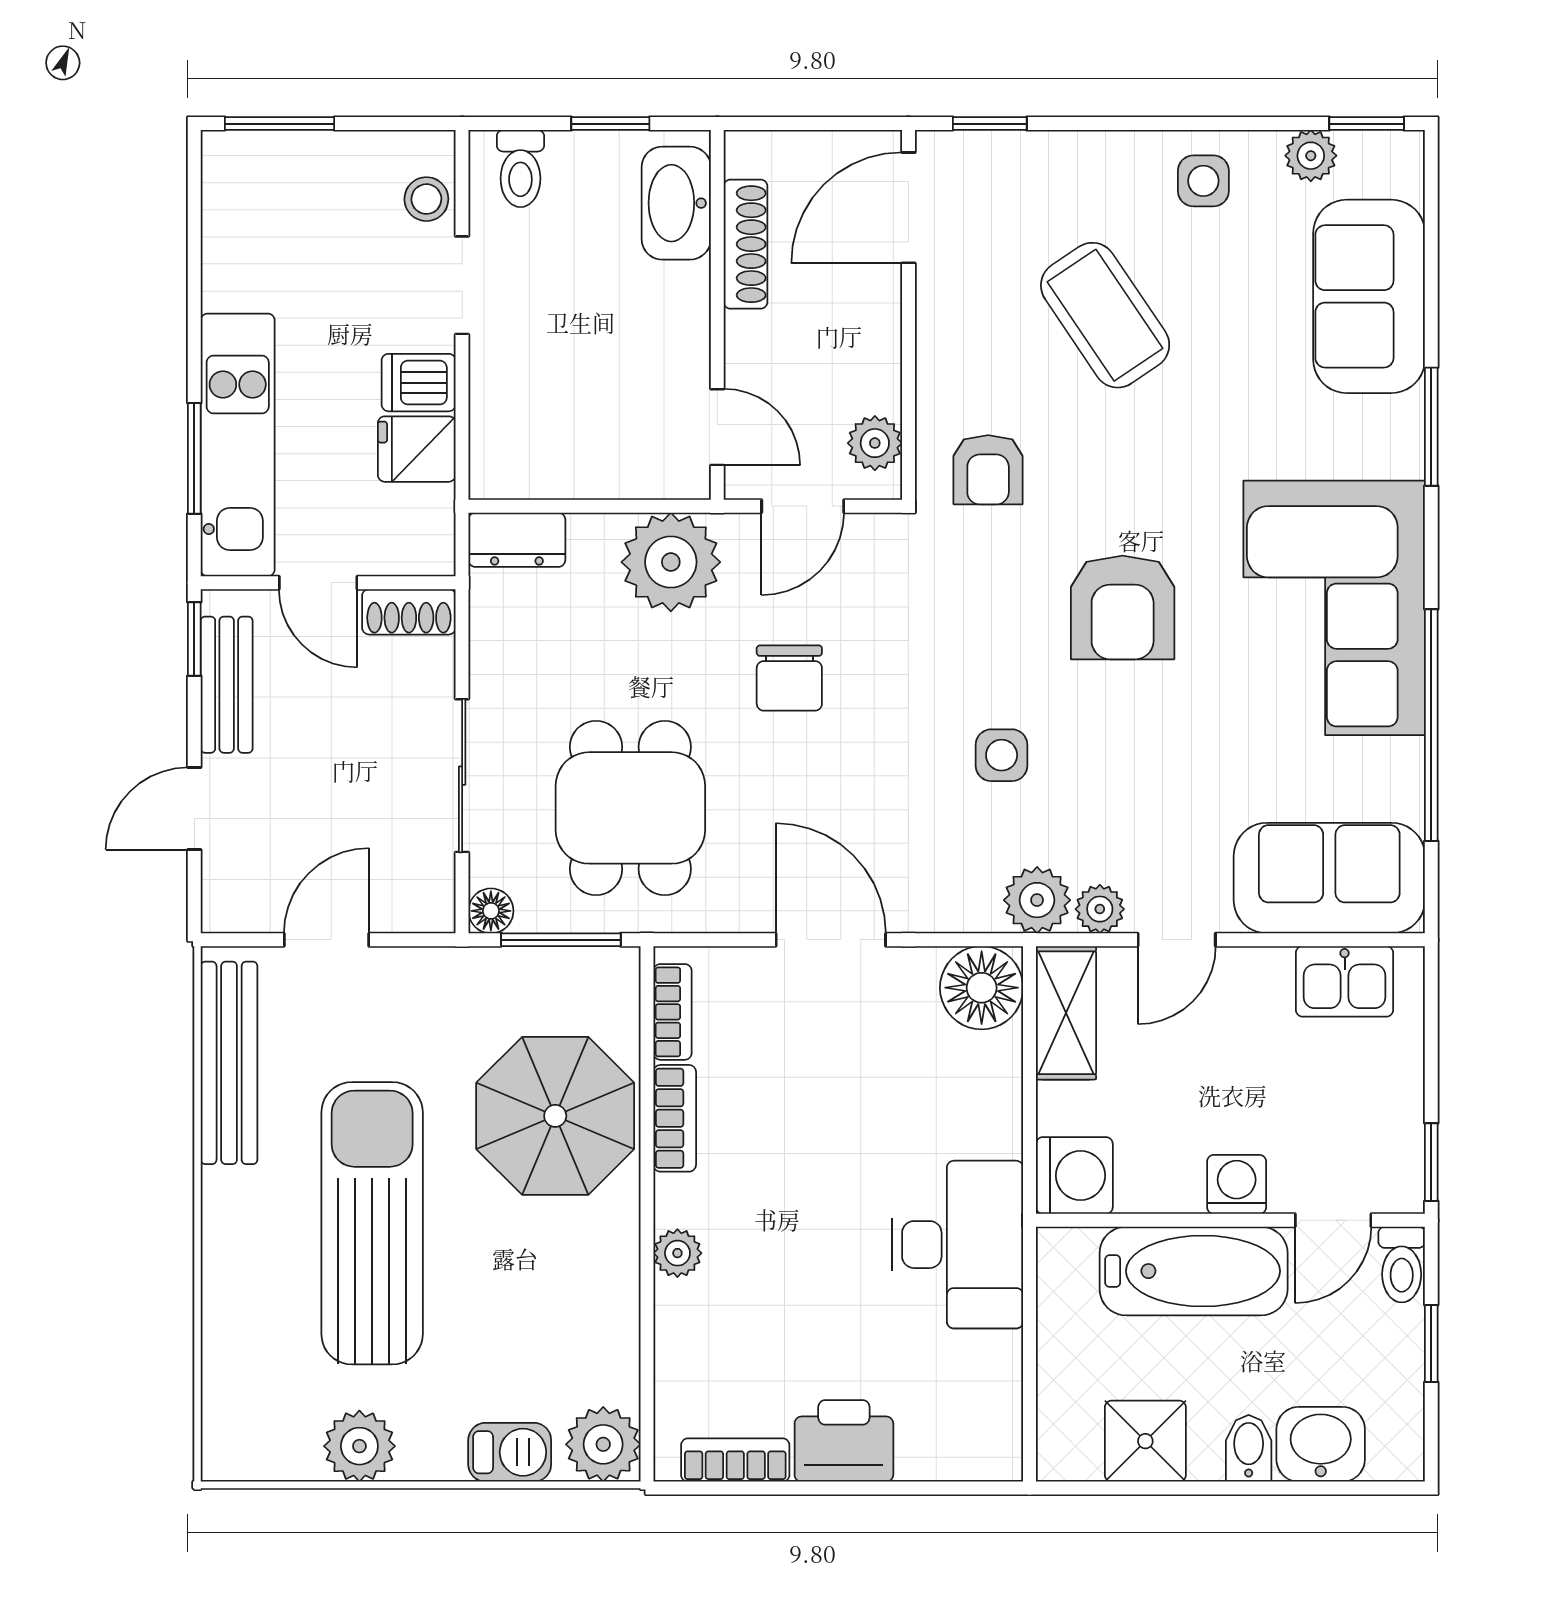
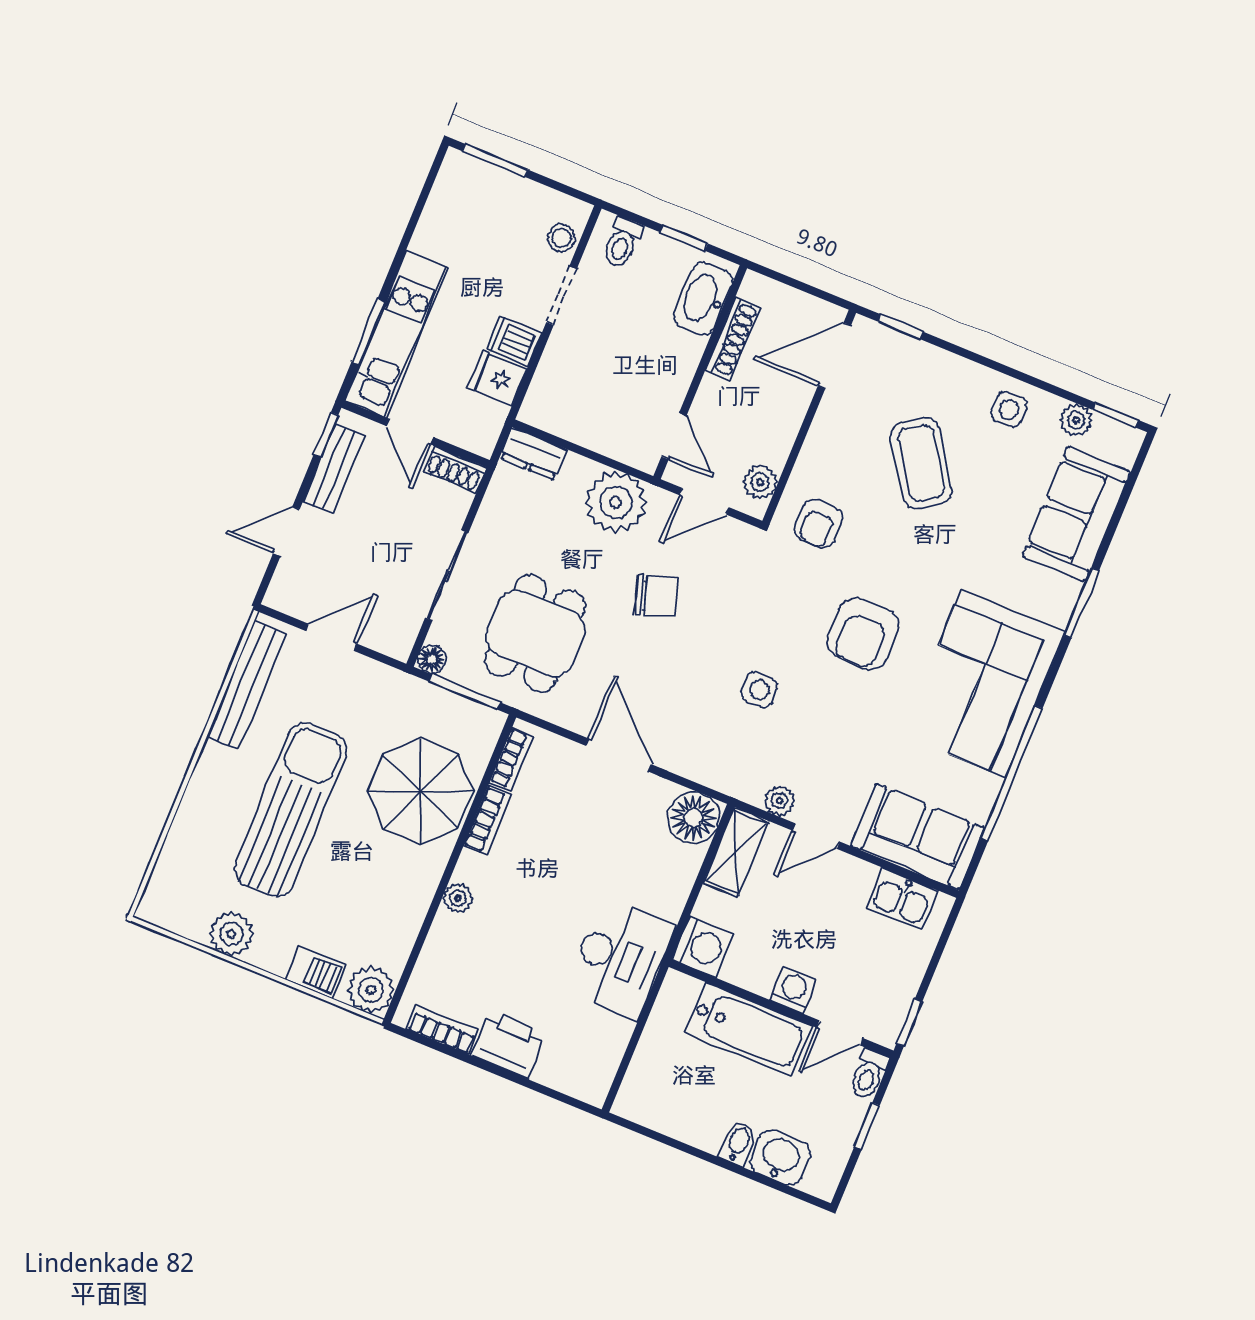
chair: (789, 678) -> (656, 596), turned -108
plant: (1037, 900) -> (746, 781), removed
shower: (1145, 1441) -> (681, 1115), removed

